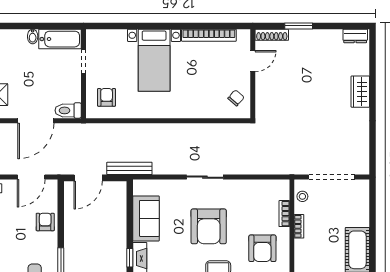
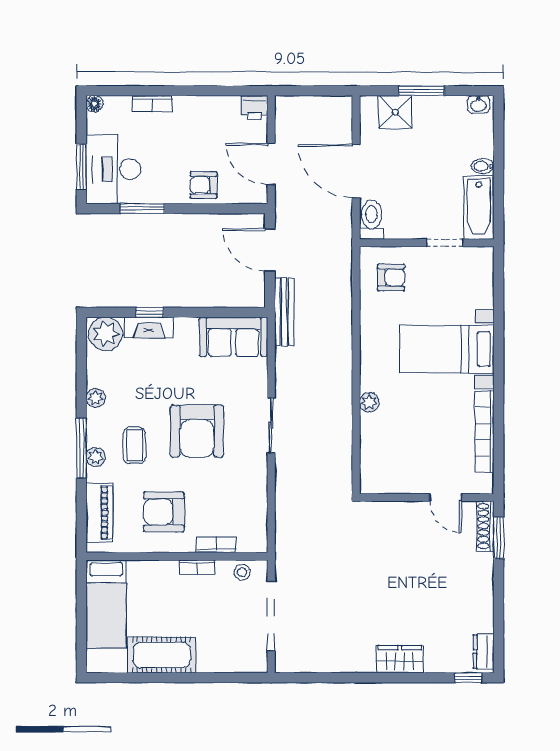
window: (299, 26) -> (499, 538), moved
window: (373, 46) -> (468, 678), added
chair: (236, 98) -> (390, 472), removed
plant: (190, 112) -> (369, 402), added
sofa: (146, 218) -> (234, 337), moved
armchair: (45, 222) -> (204, 185), turned 180
armchair: (209, 226) -> (197, 431), turned -90

